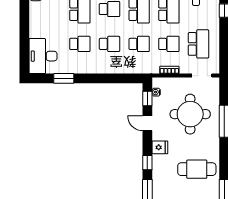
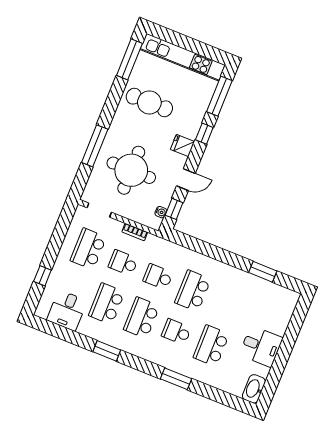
school desk: (80, 44) -> (228, 305), removed
school desk: (109, 44) -> (193, 291), width x1.85
desk: (43, 56) -> (261, 346), moved, width x0.73
door: (147, 123) -> (186, 180), hinge flipped

